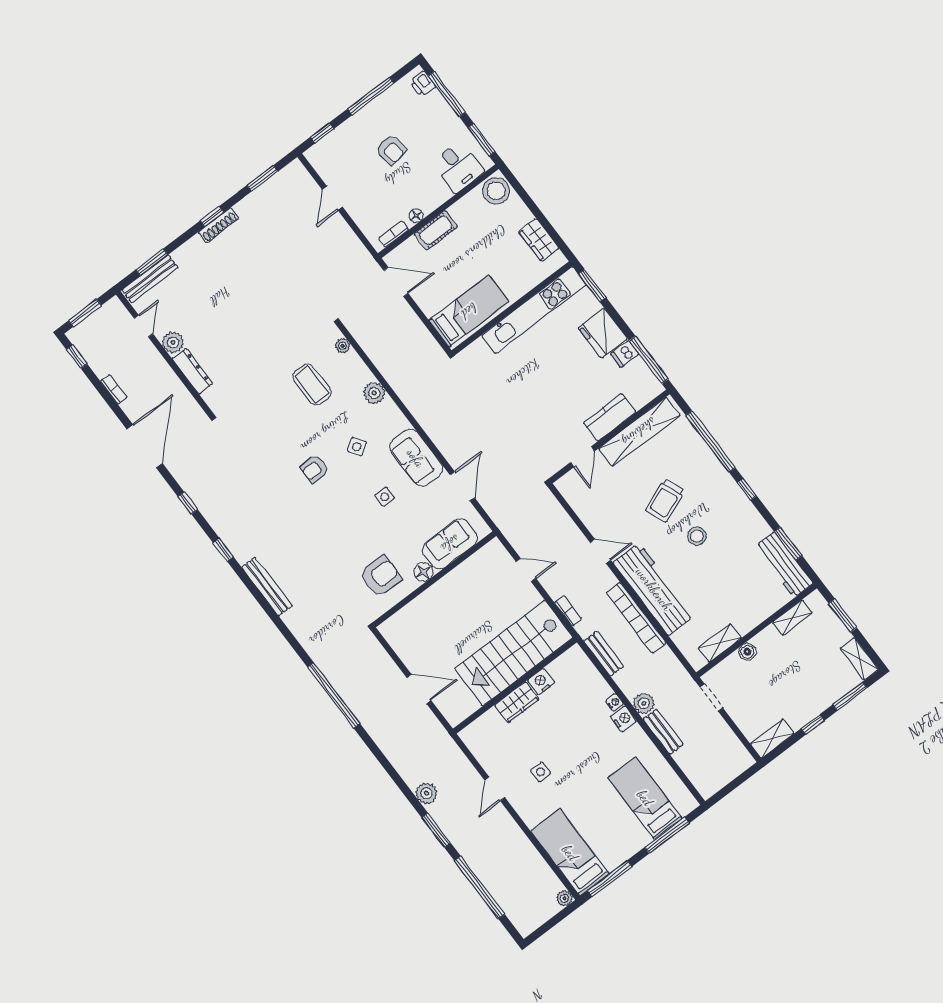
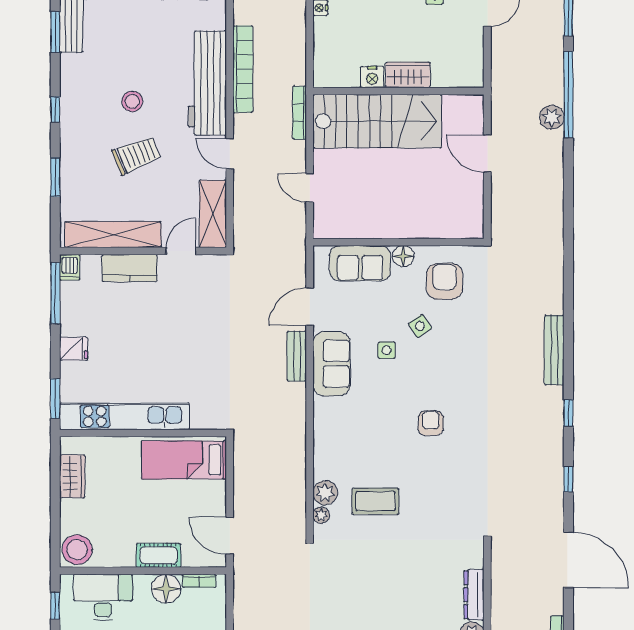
window: (481, 140) -> (55, 606), width x0.67
desk: (458, 167) -> (103, 597), width x1.37
floor lamp: (416, 216) -> (166, 589), width x1.89, depth x1.89
fridge: (603, 333) -> (74, 349), width x0.53, depth x0.75
dishwasher: (625, 354) -> (70, 267), moved, turned 90
coffee table: (312, 385) -> (376, 501), turned 90
plant: (374, 393) -> (325, 493), moved
window: (711, 442) -> (55, 177), width x0.47
door: (145, 446) -> (568, 560), swing flipped
side table: (357, 447) -> (420, 326), moved
armchair: (315, 469) -> (431, 423), turned -90
shelving: (580, 500) -> (213, 214), added
armchair: (381, 576) -> (445, 281), turned 90
bookcase: (568, 611) -> (299, 113), width x1.56
bench: (604, 654) -> (297, 356), moved
window: (334, 695) -> (568, 95), moved
plant: (426, 793) -> (552, 117), moved

